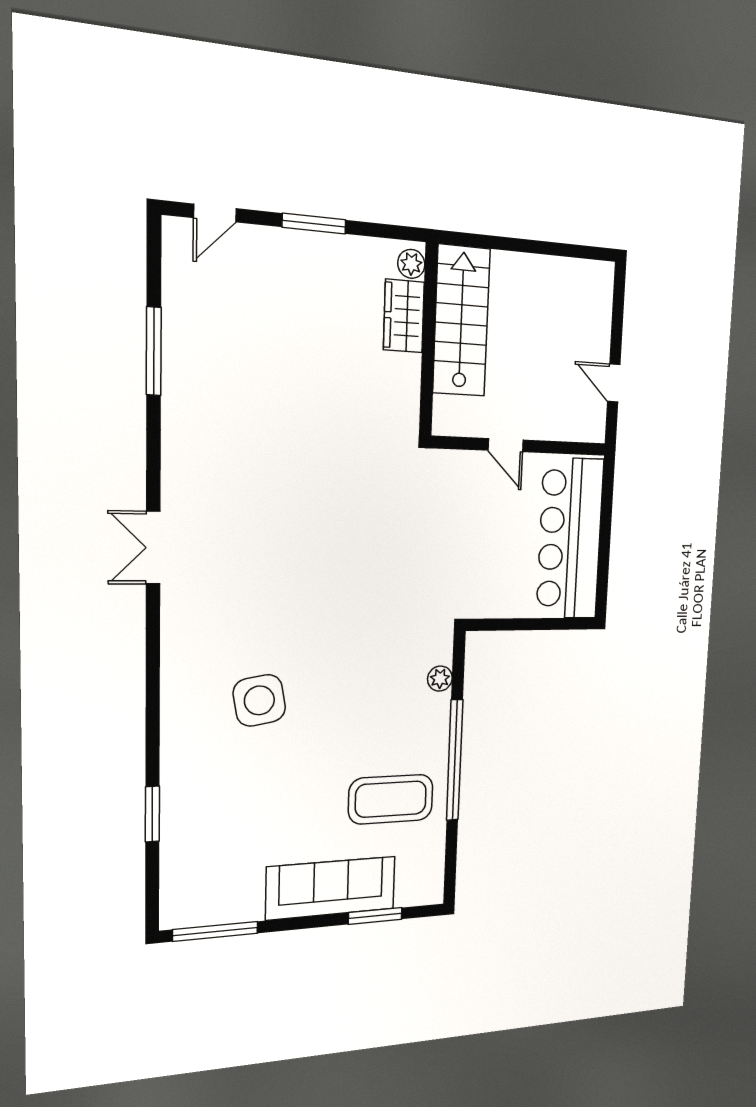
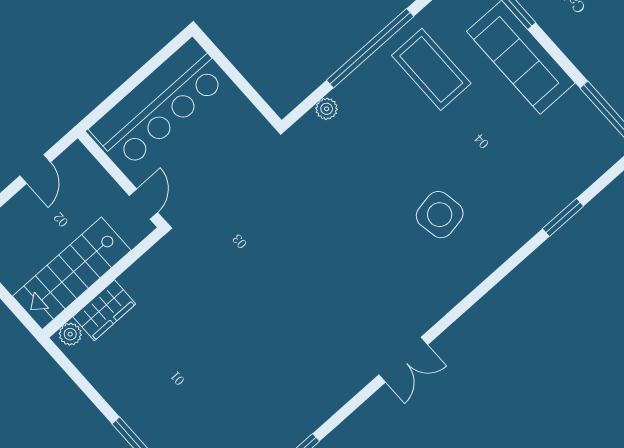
plant: (411, 264) -> (70, 334), moved
wardrobe: (404, 316) -> (104, 310), moved
stairs: (461, 321) -> (72, 273), moved
wall: (428, 340) -> (103, 283), moved

